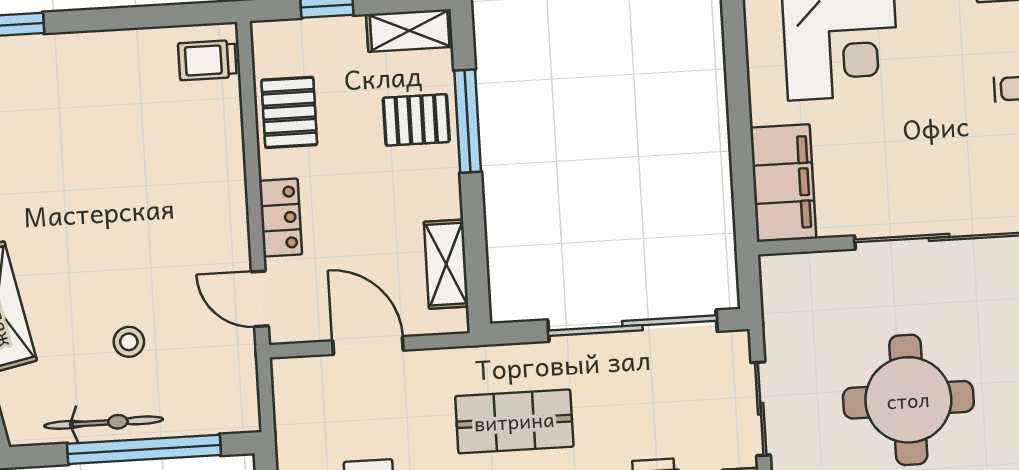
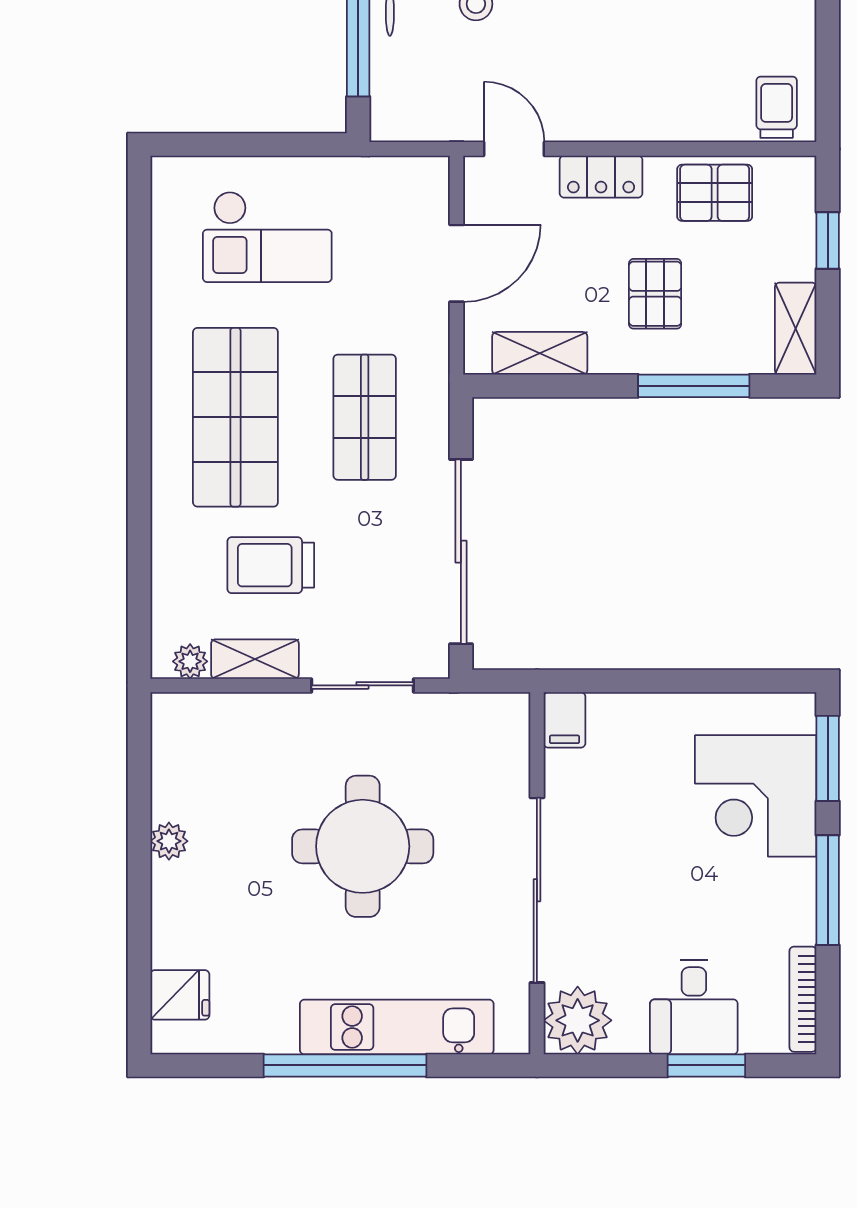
pallet: (416, 120) -> (655, 294), moved
filing cabinet: (783, 183) -> (565, 720), width x0.33, depth x0.86
door: (260, 299) -> (514, 149), hinge flipped

